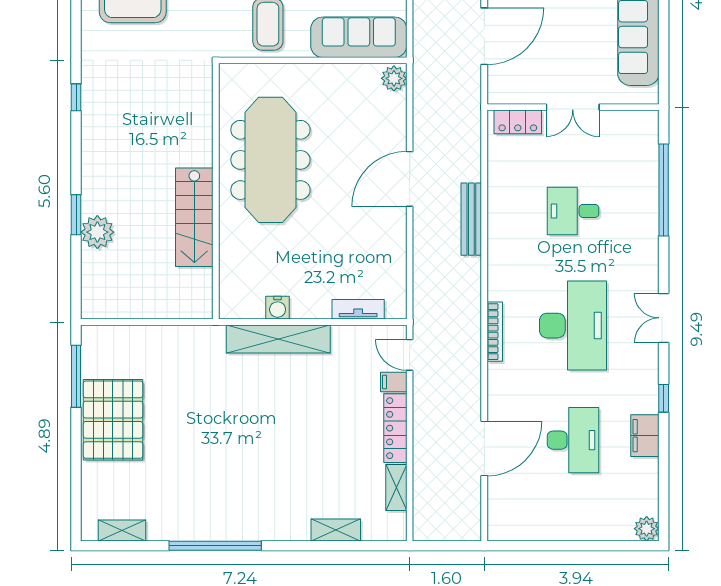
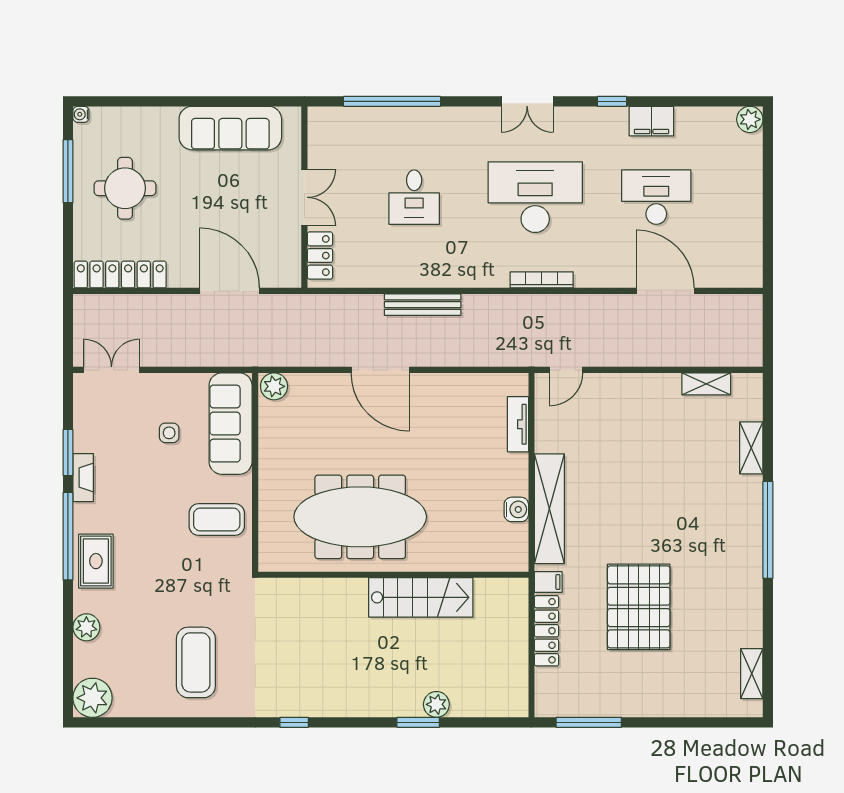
plant: (97, 232) -> (436, 704), width x0.73, depth x0.73
filing cabinet: (394, 382) -> (548, 582), moved, turned -90
pallet: (113, 420) -> (639, 607), moved, turned 90
locker: (395, 428) -> (546, 631), moved, turned -90
window: (215, 546) -> (768, 530), moved

